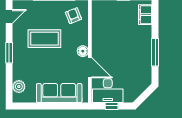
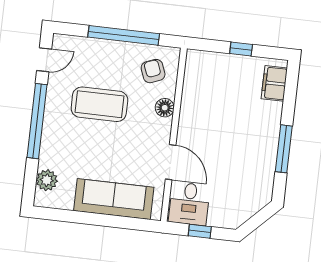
floor lamp: (83, 51) -> (165, 108), moved
window: (9, 53) -> (37, 121), width x2.11
desk: (108, 91) -> (189, 204), width x0.73

